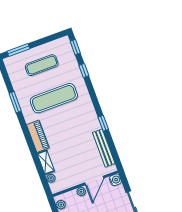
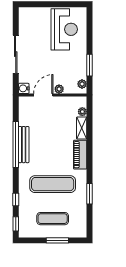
window: (18, 50) -> (57, 240), moved
window: (103, 123) -> (16, 144), width x3.17
bench: (104, 148) -> (24, 145), moved

